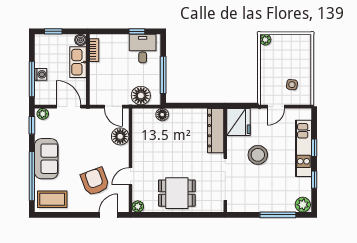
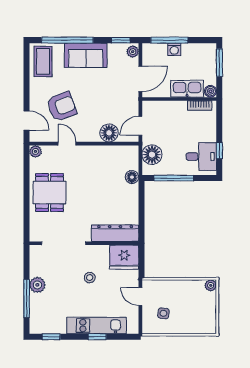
window: (53, 31) -> (219, 63), width x1.50
stool: (258, 155) -> (90, 278), width x0.53, depth x0.53
window: (314, 180) -> (51, 337), moved
plant: (303, 205) -> (37, 285), moved

